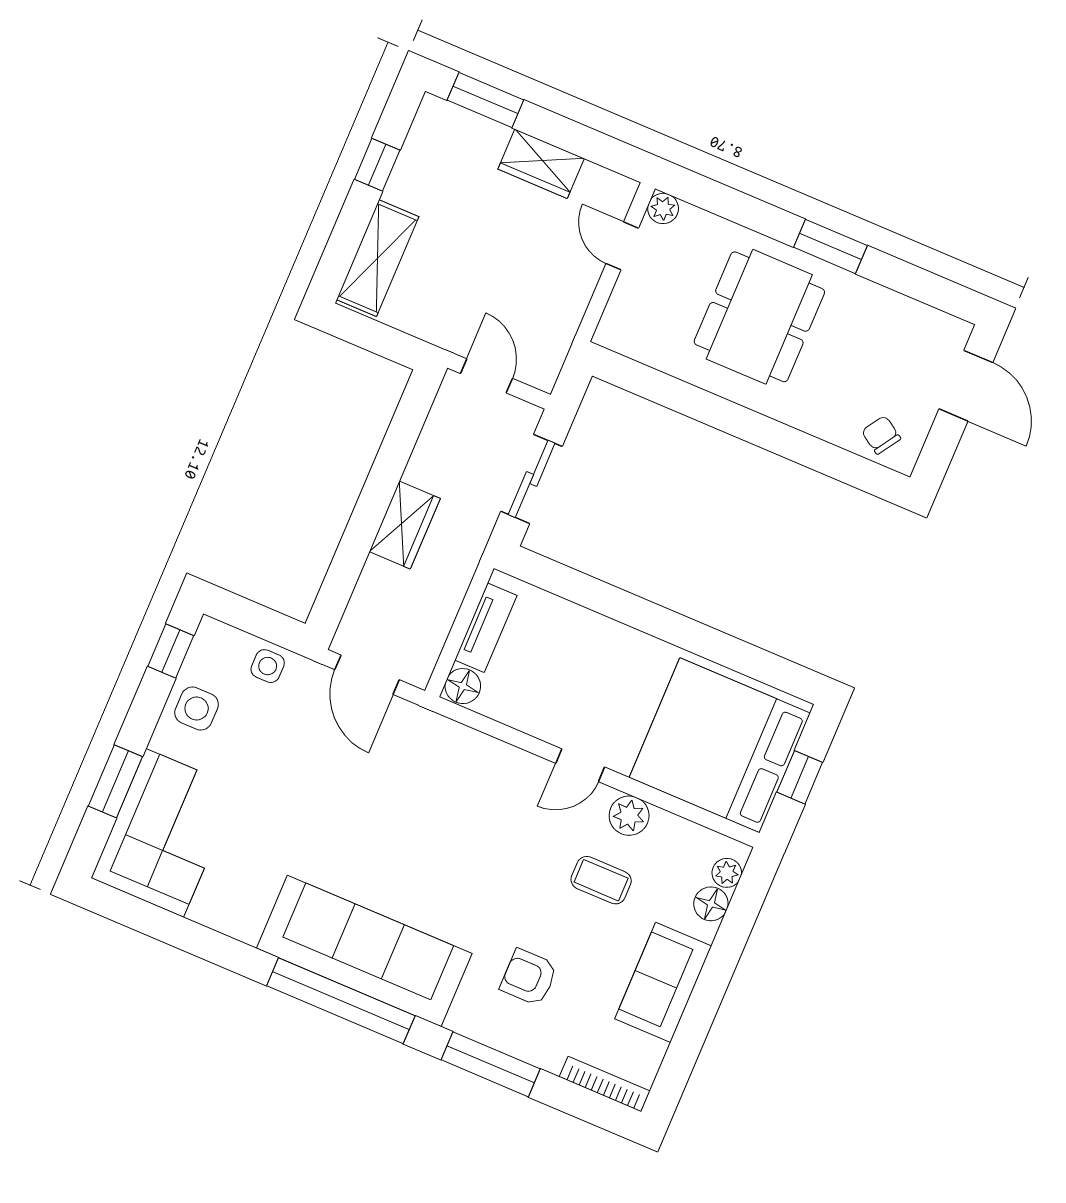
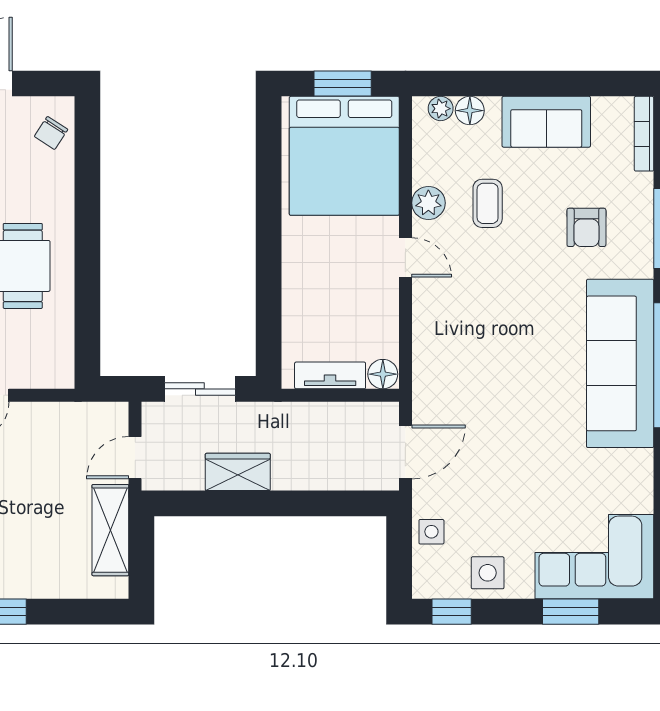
shelving: (378, 258) -> (110, 530), moved, turned 90
wardrobe: (405, 525) -> (238, 472), moved
window: (800, 777) -> (343, 84), width x1.50

